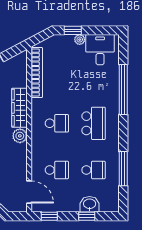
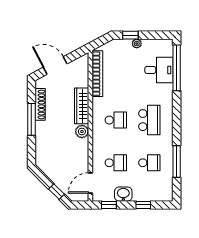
desk: (100, 50) -> (159, 70), moved, turned 90
window: (123, 90) -> (177, 68), moved
door: (29, 192) -> (90, 183), swing flipped
washbasin: (90, 204) -> (123, 194), moved

